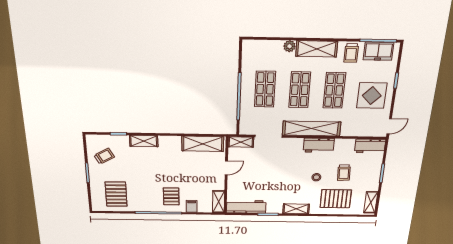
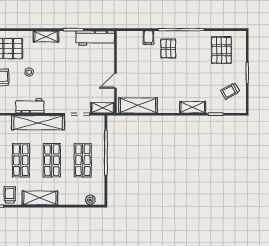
plant: (289, 46) -> (90, 200), moved
shelving: (219, 202) -> (122, 43), removed

